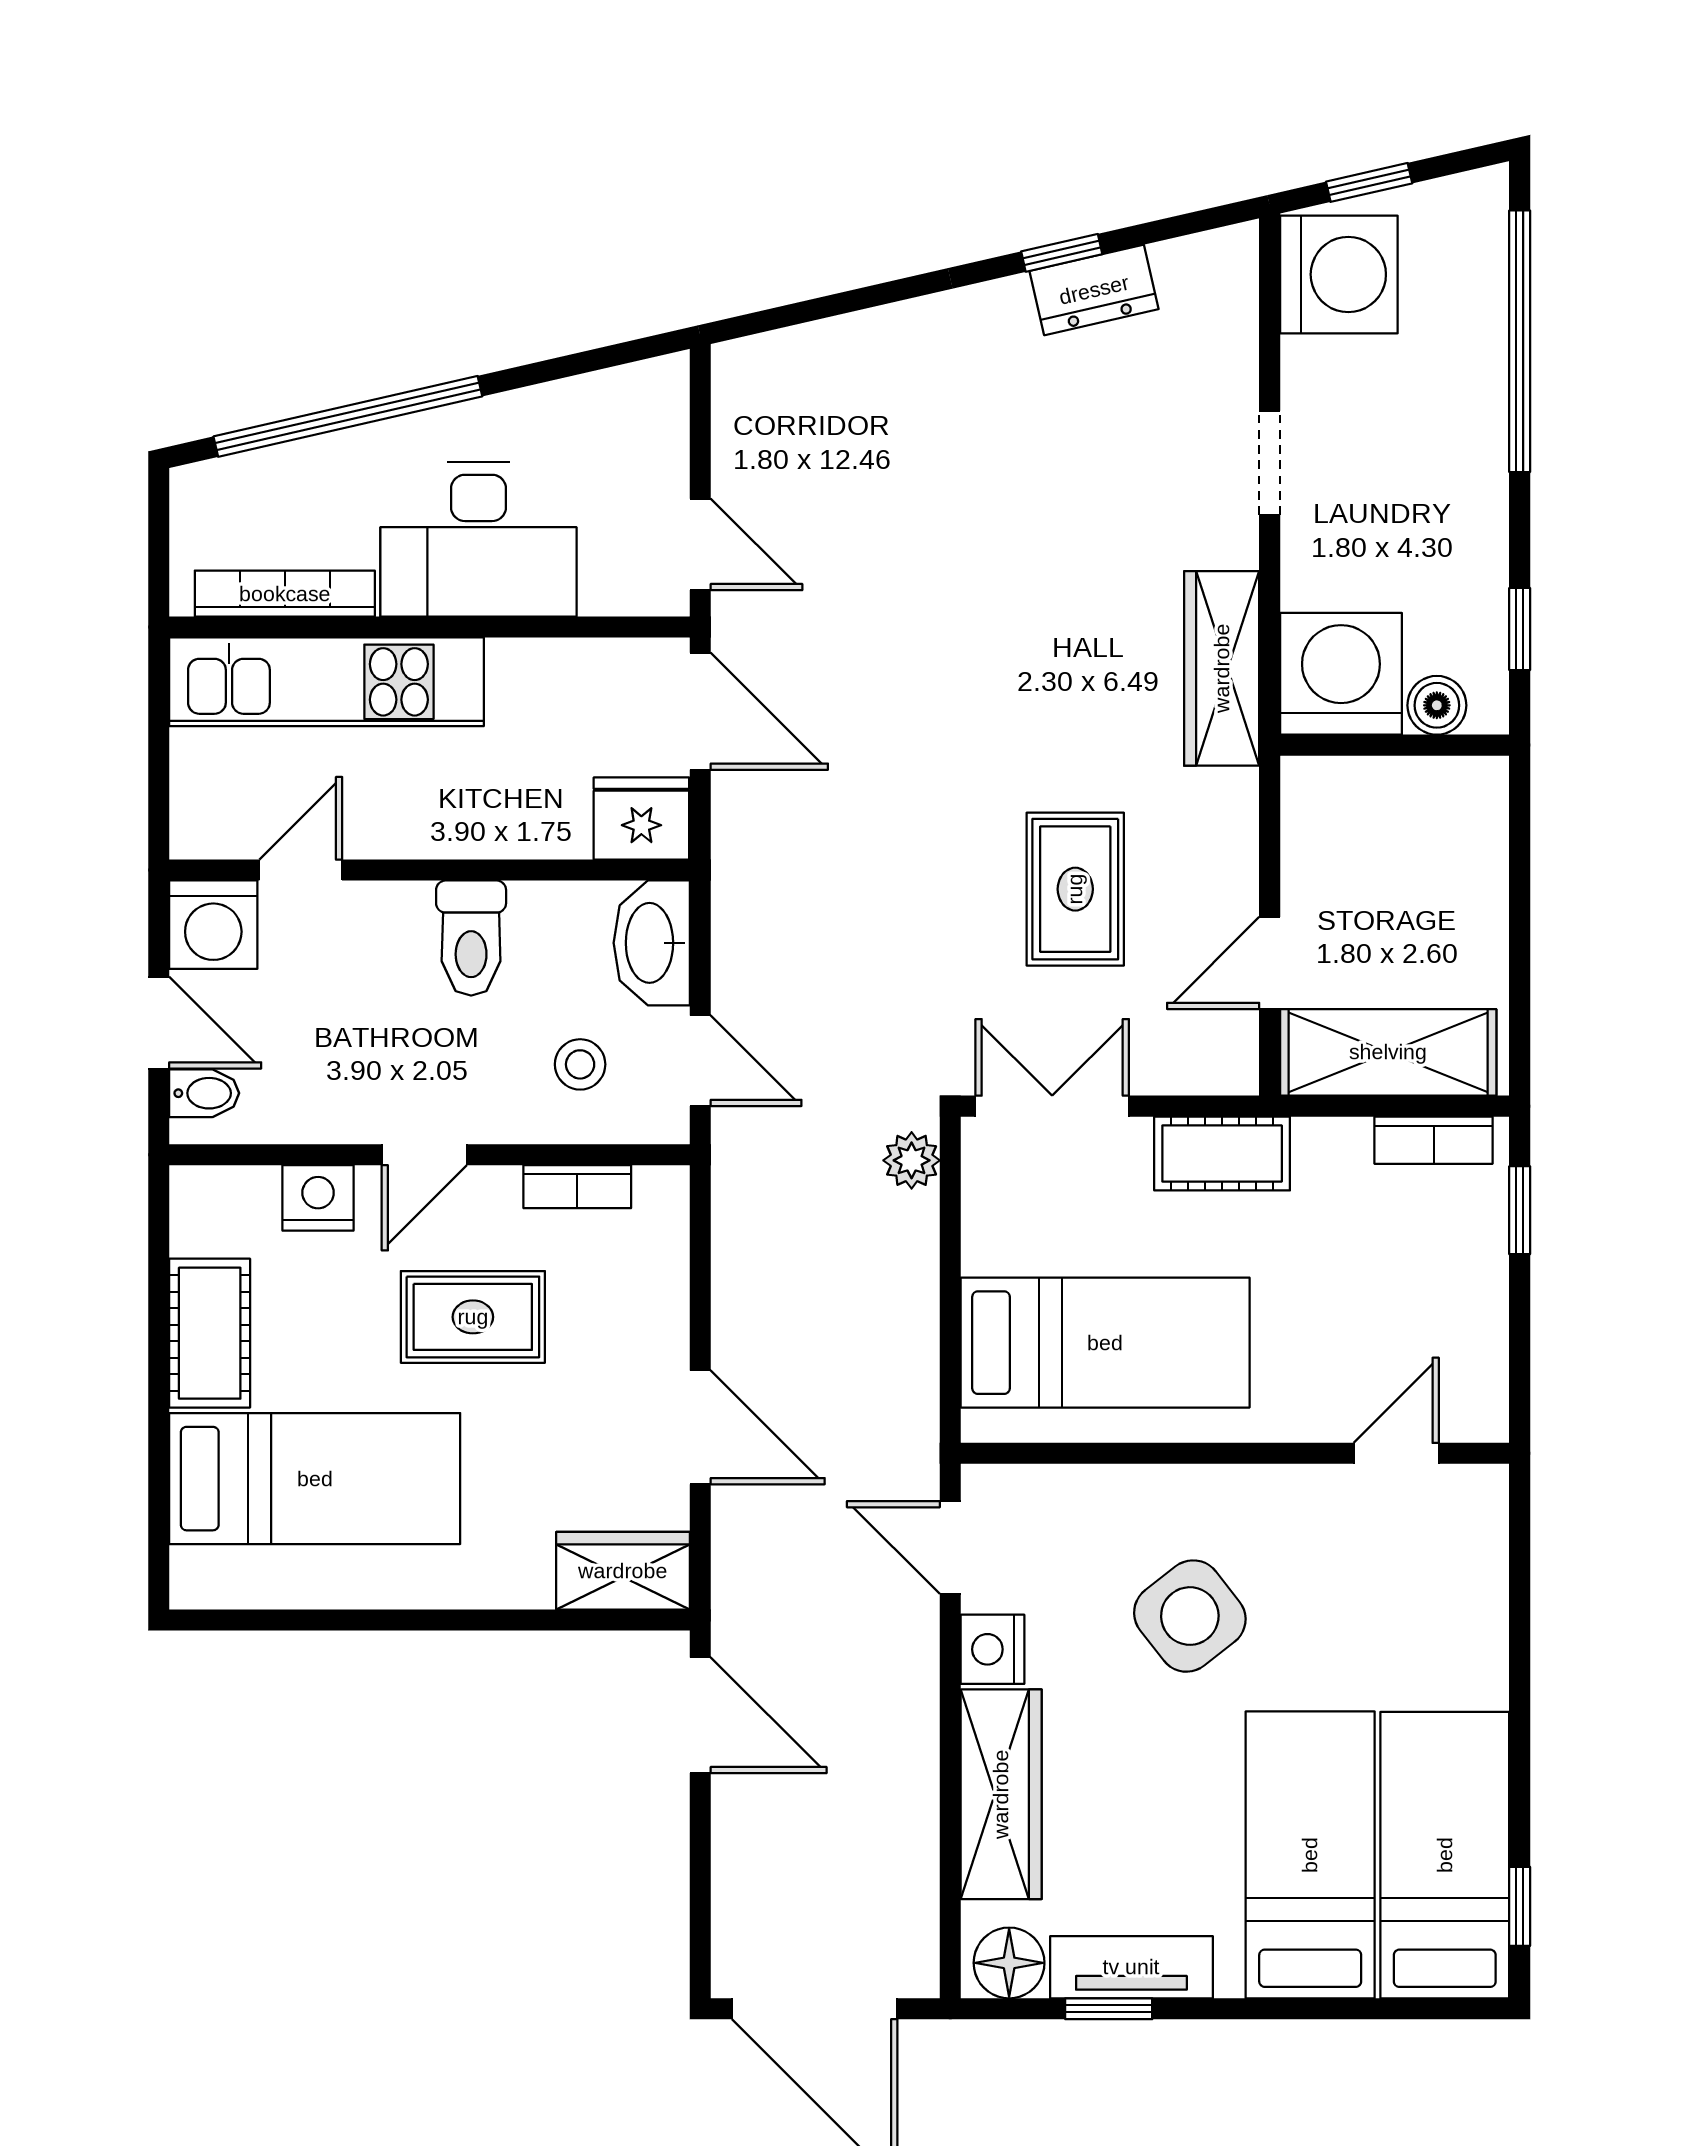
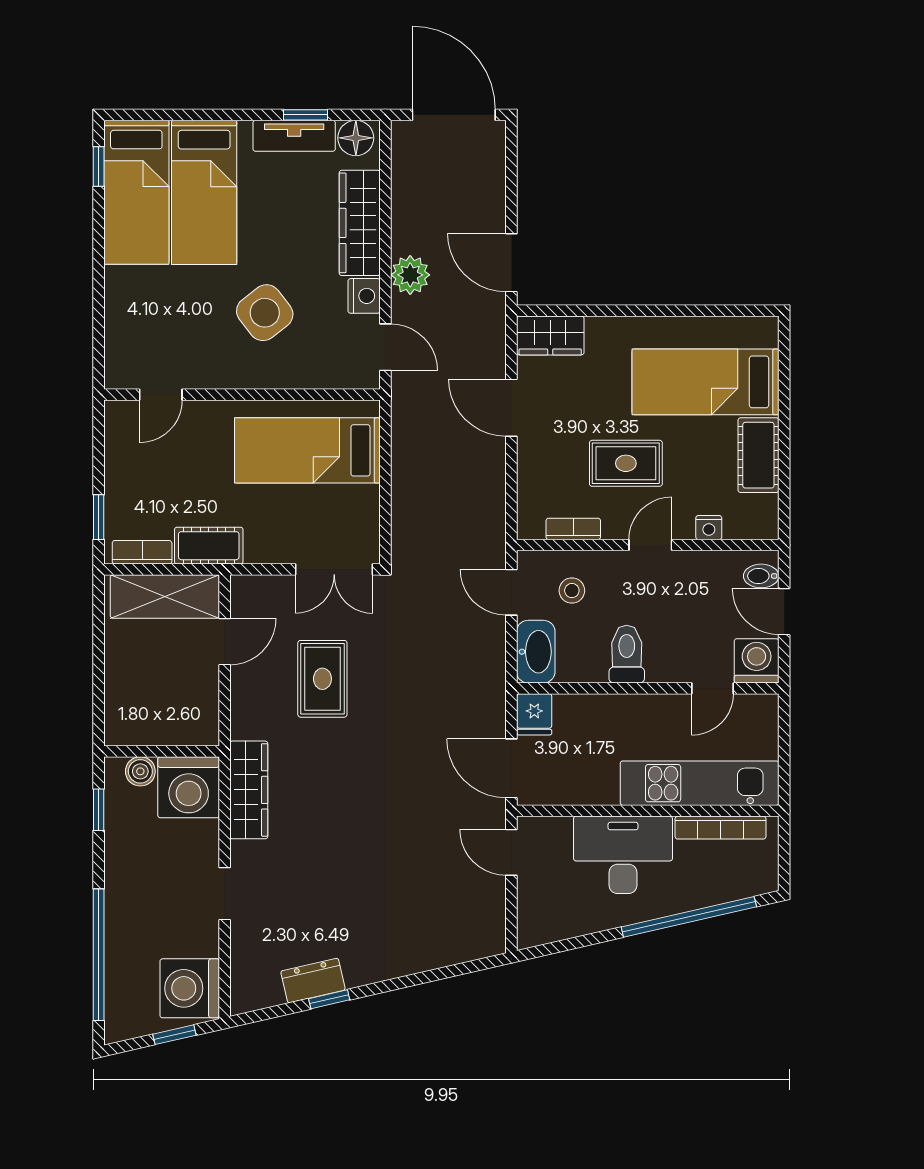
fridge: (641, 819) -> (534, 714), width x0.72
cot: (1222, 1153) -> (209, 546), moved
plant: (912, 1160) -> (410, 275), moved, width x1.38, depth x1.38
nightstand: (318, 1198) -> (709, 528), width x0.72, depth x0.74

